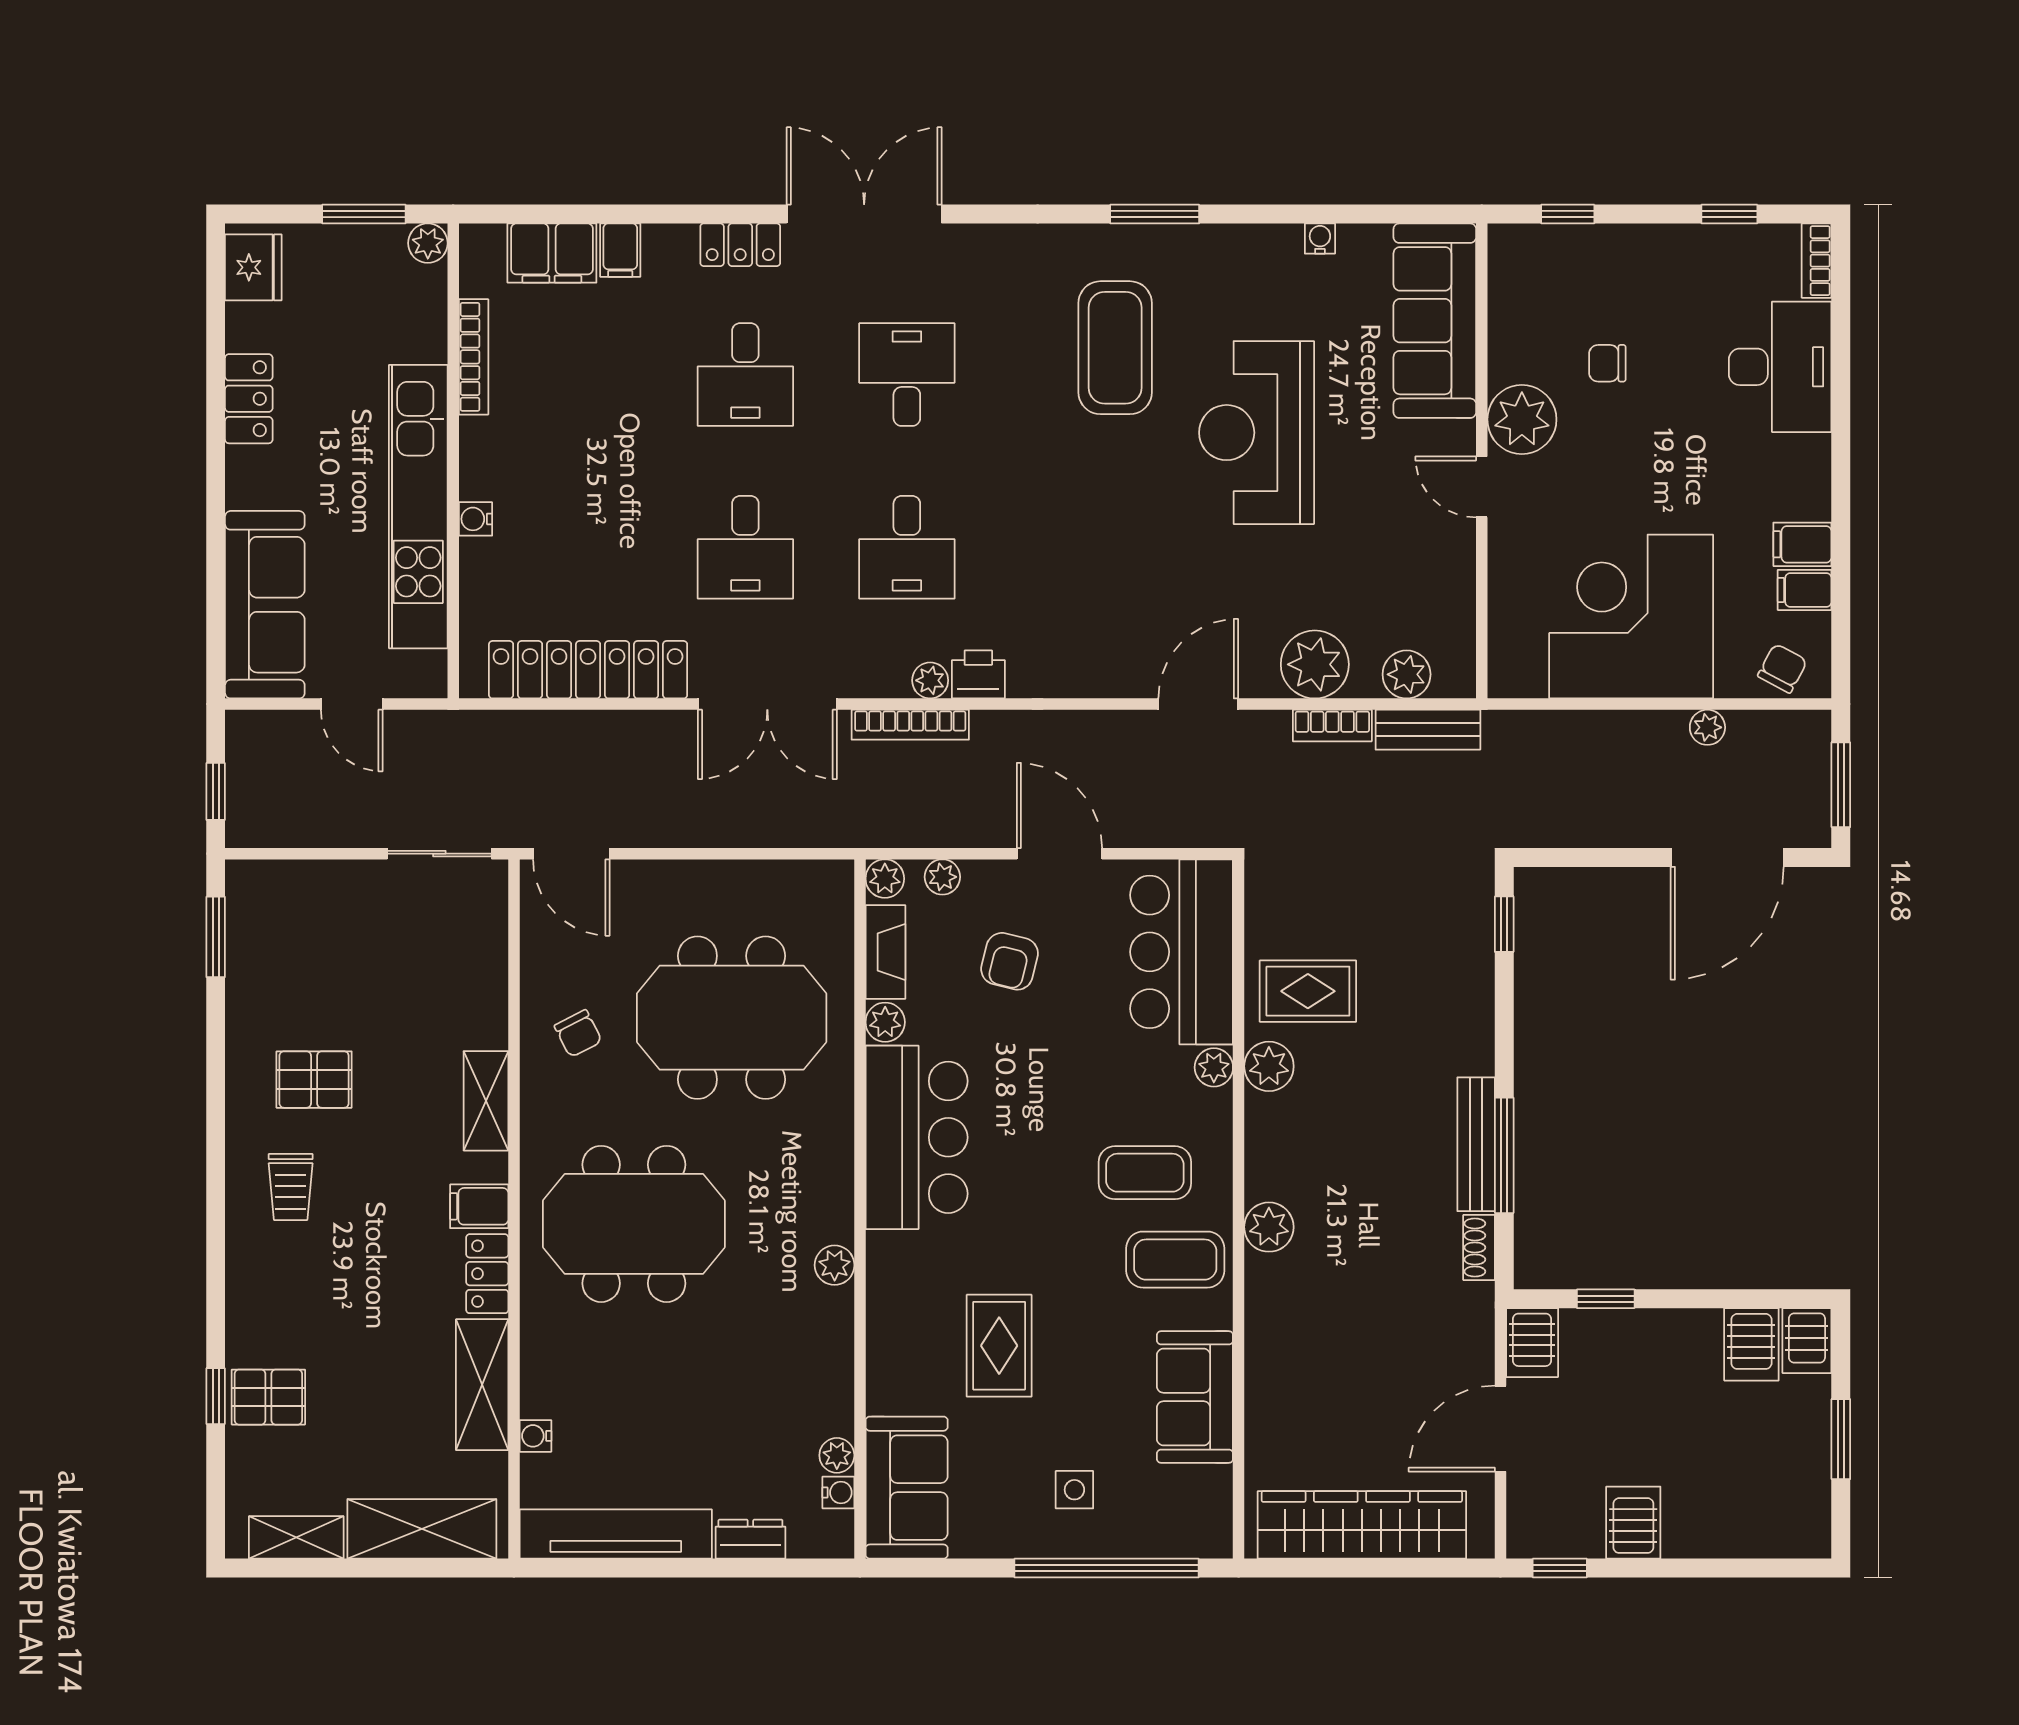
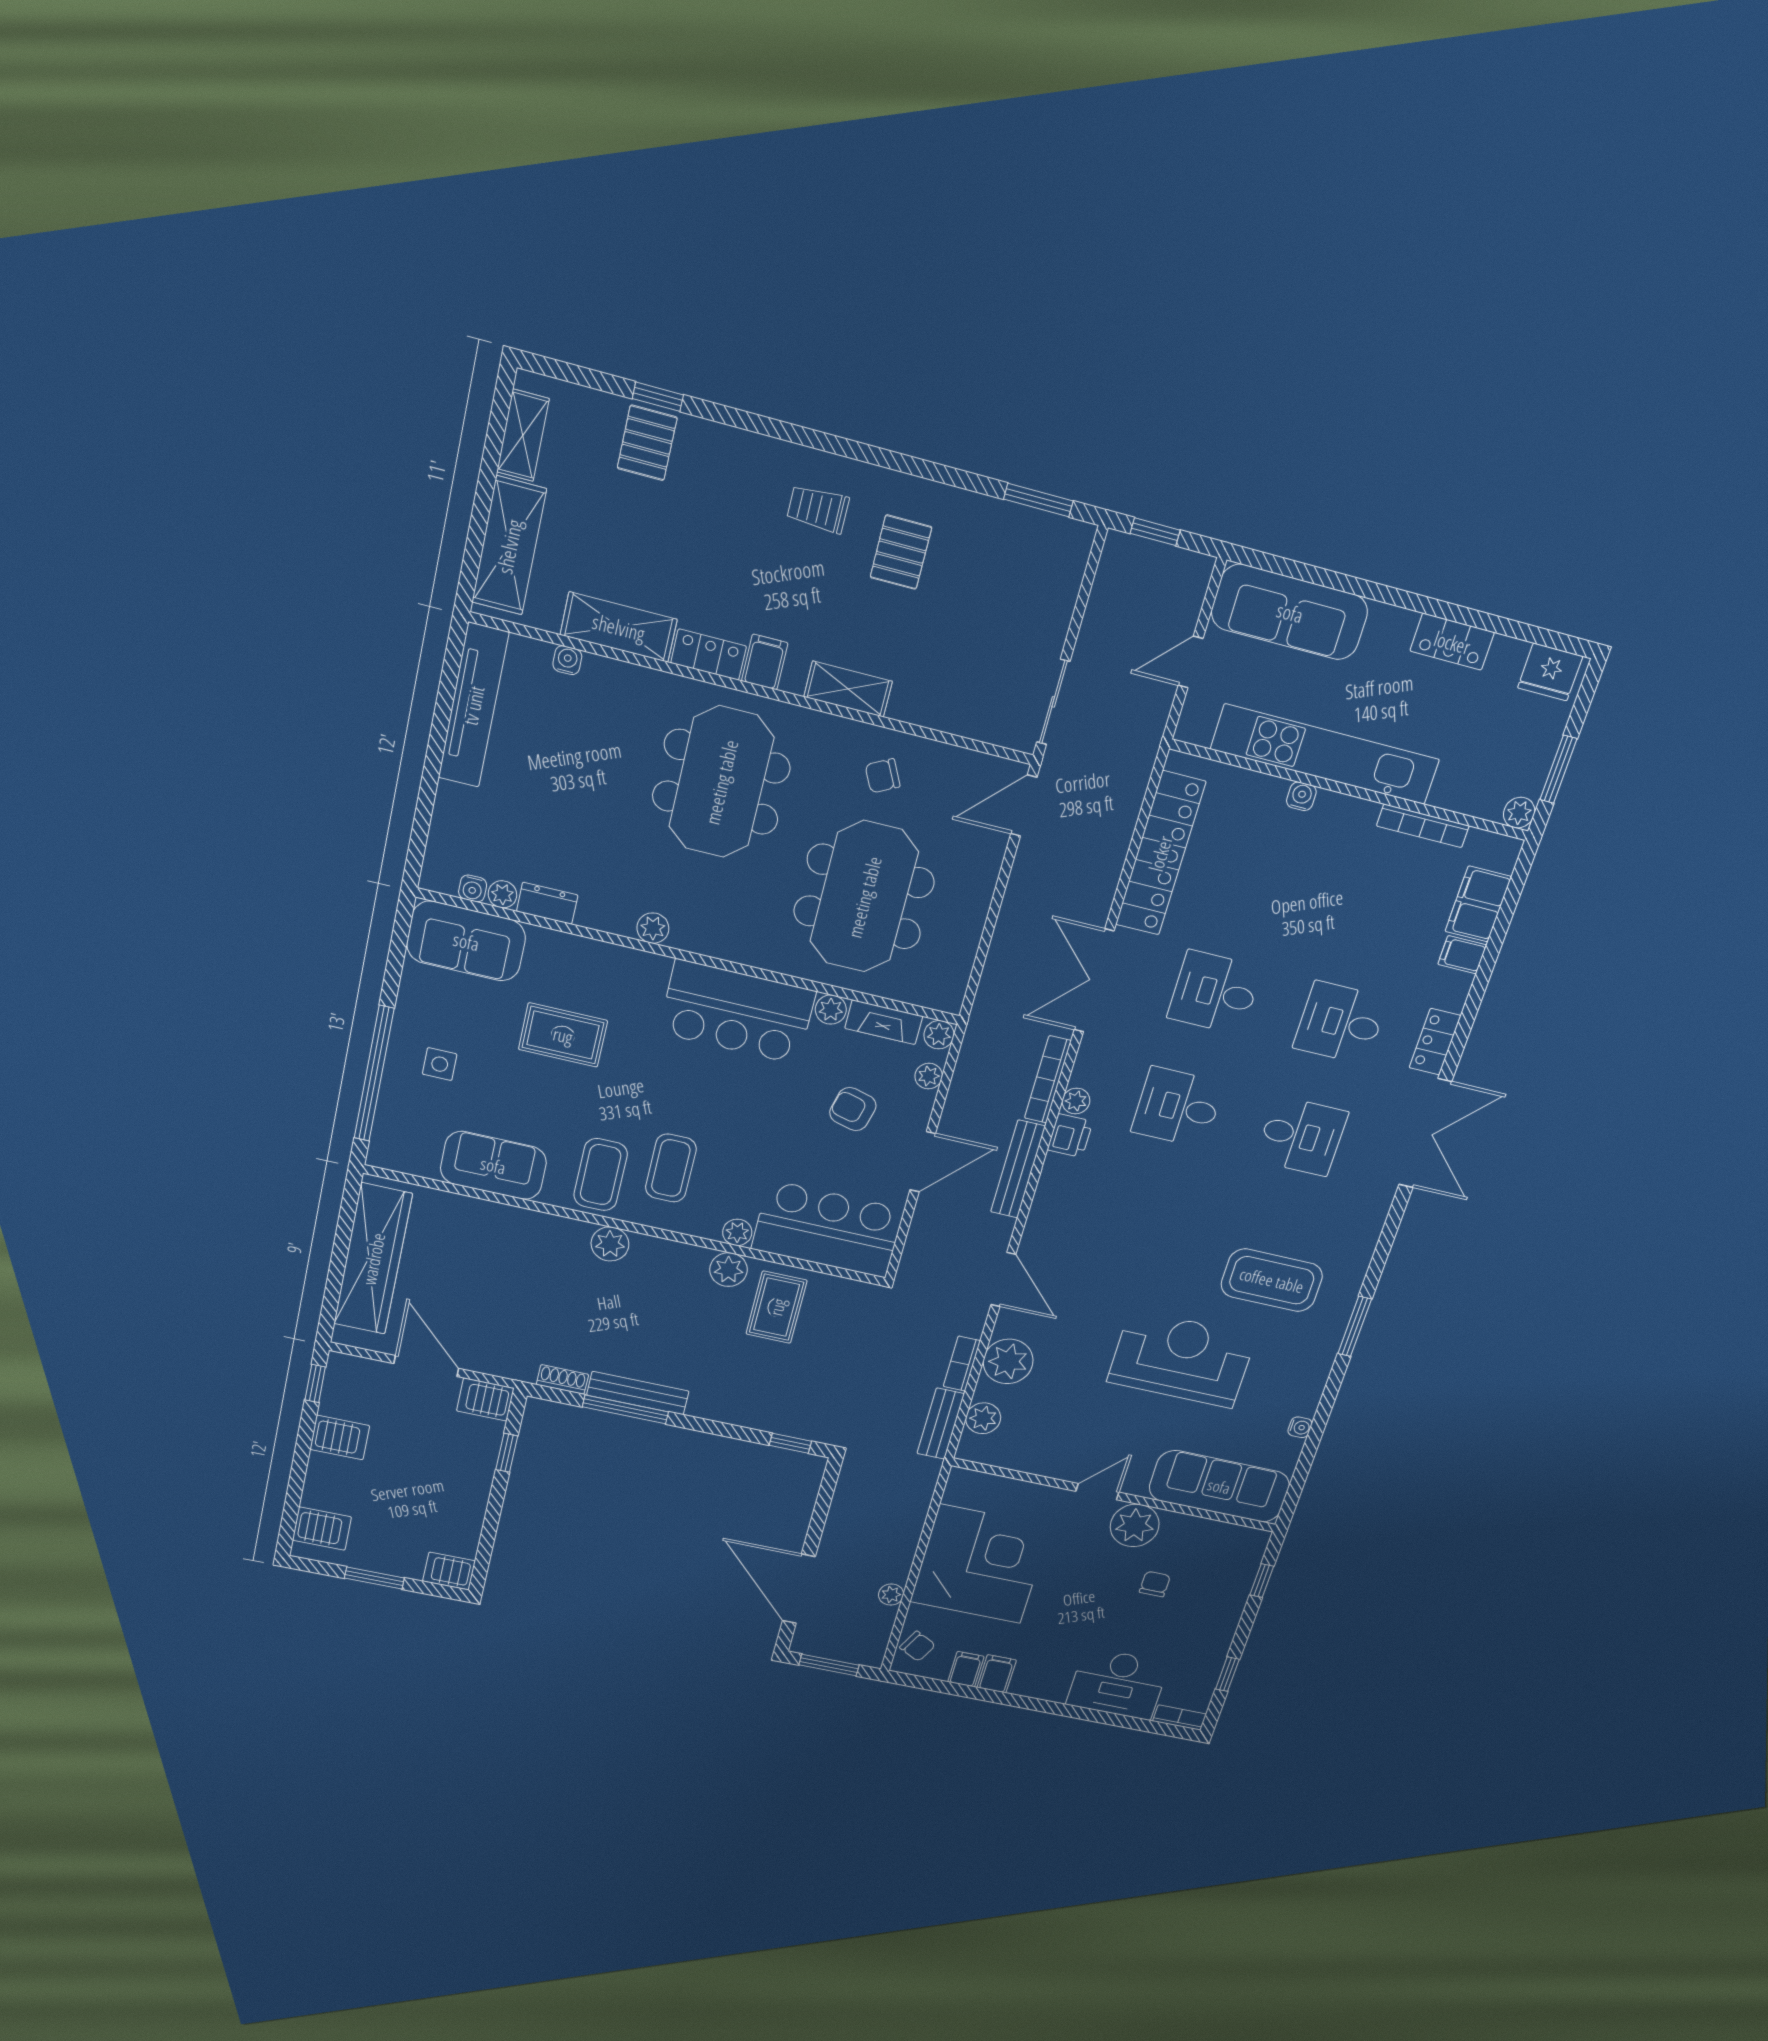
bench: (1040, 729) -> (1018, 1169), added
server rack: (1751, 1344) -> (322, 1529), moved, turned 180
dresser: (750, 1539) -> (547, 903), moved, turned -90

